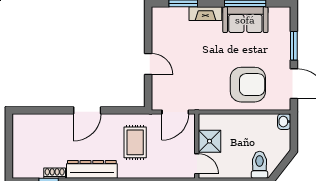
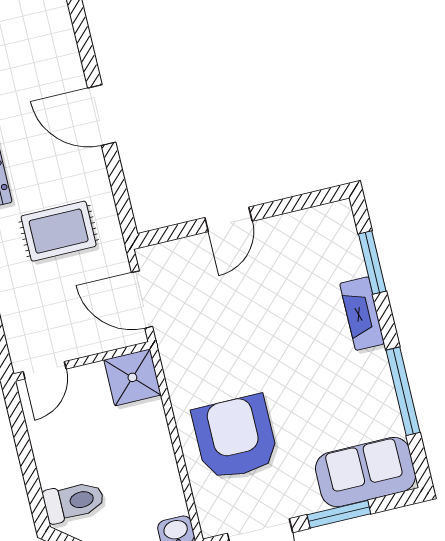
sofa: (245, 20) -> (366, 472), moved, turned 90
armchair: (248, 85) -> (235, 437), turned 180
shower: (210, 141) -> (132, 377), moved

